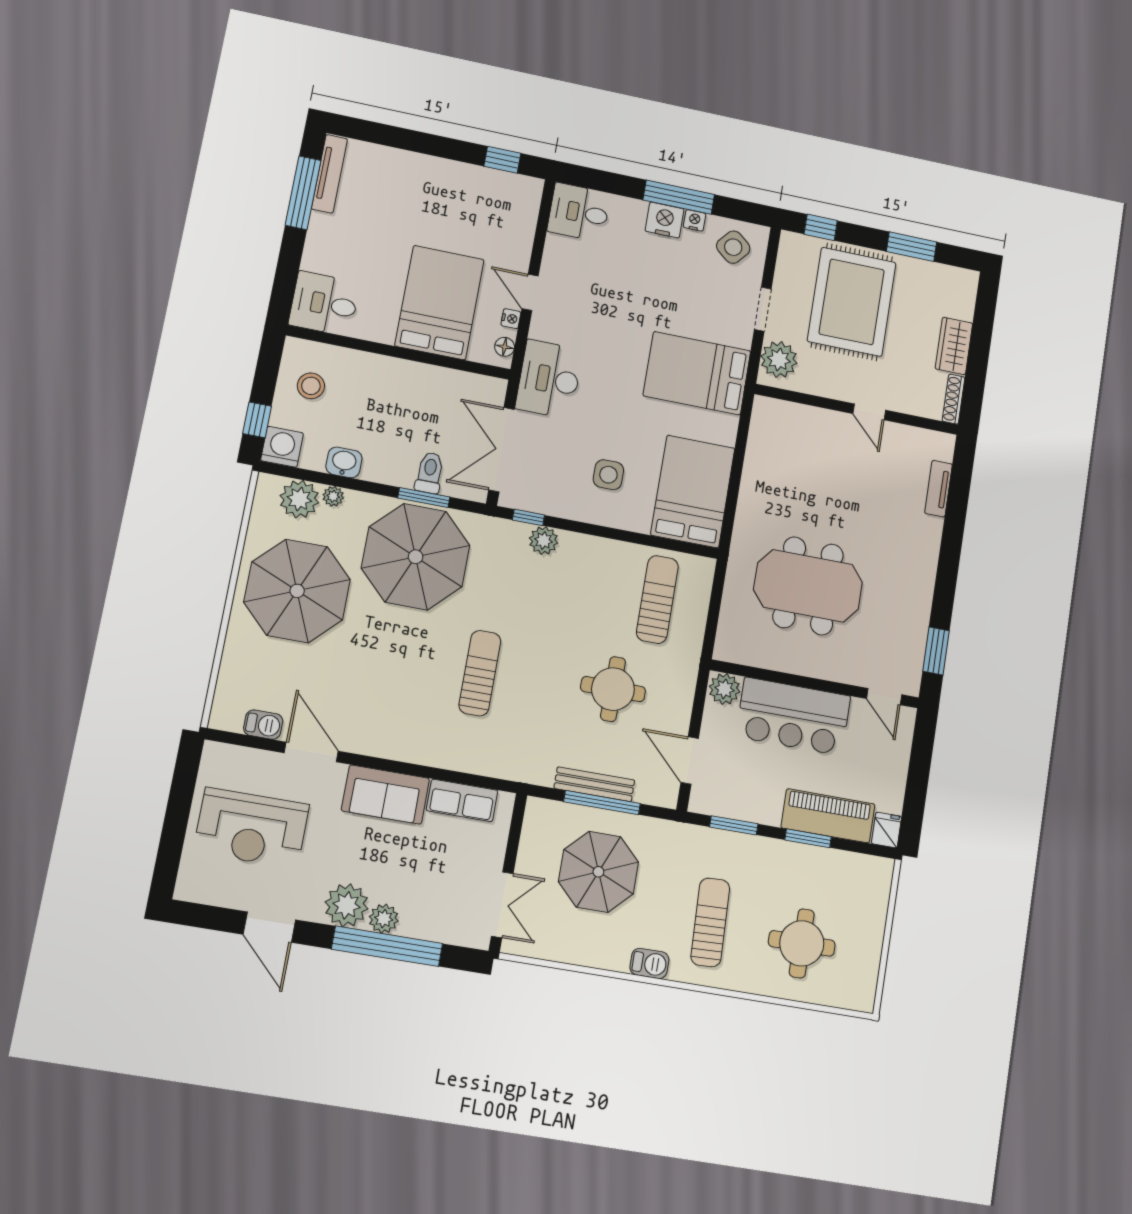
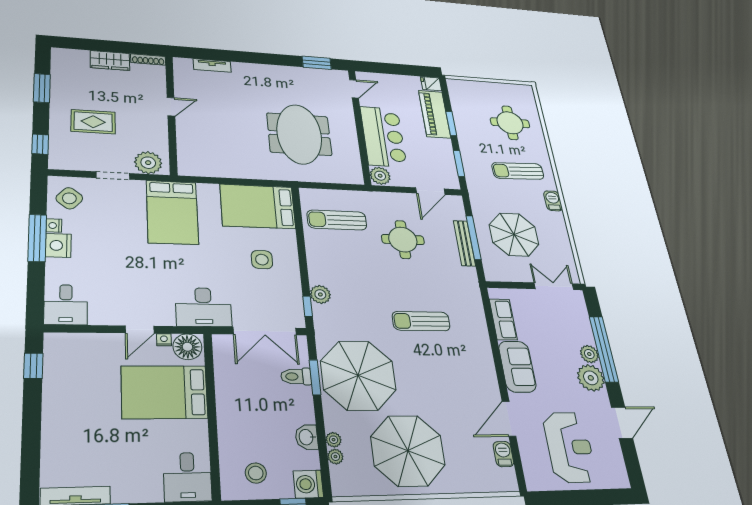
rug: (852, 302) -> (93, 122), width x0.54, depth x0.49
floor lamp: (505, 347) -> (187, 347), width x1.89, depth x1.89
plant: (299, 499) -> (335, 457), width x0.53, depth x0.53

